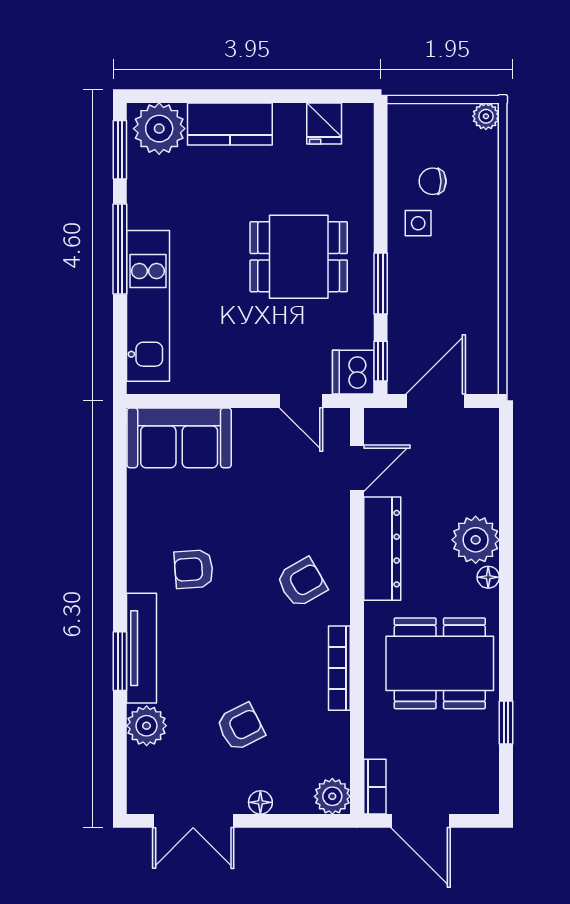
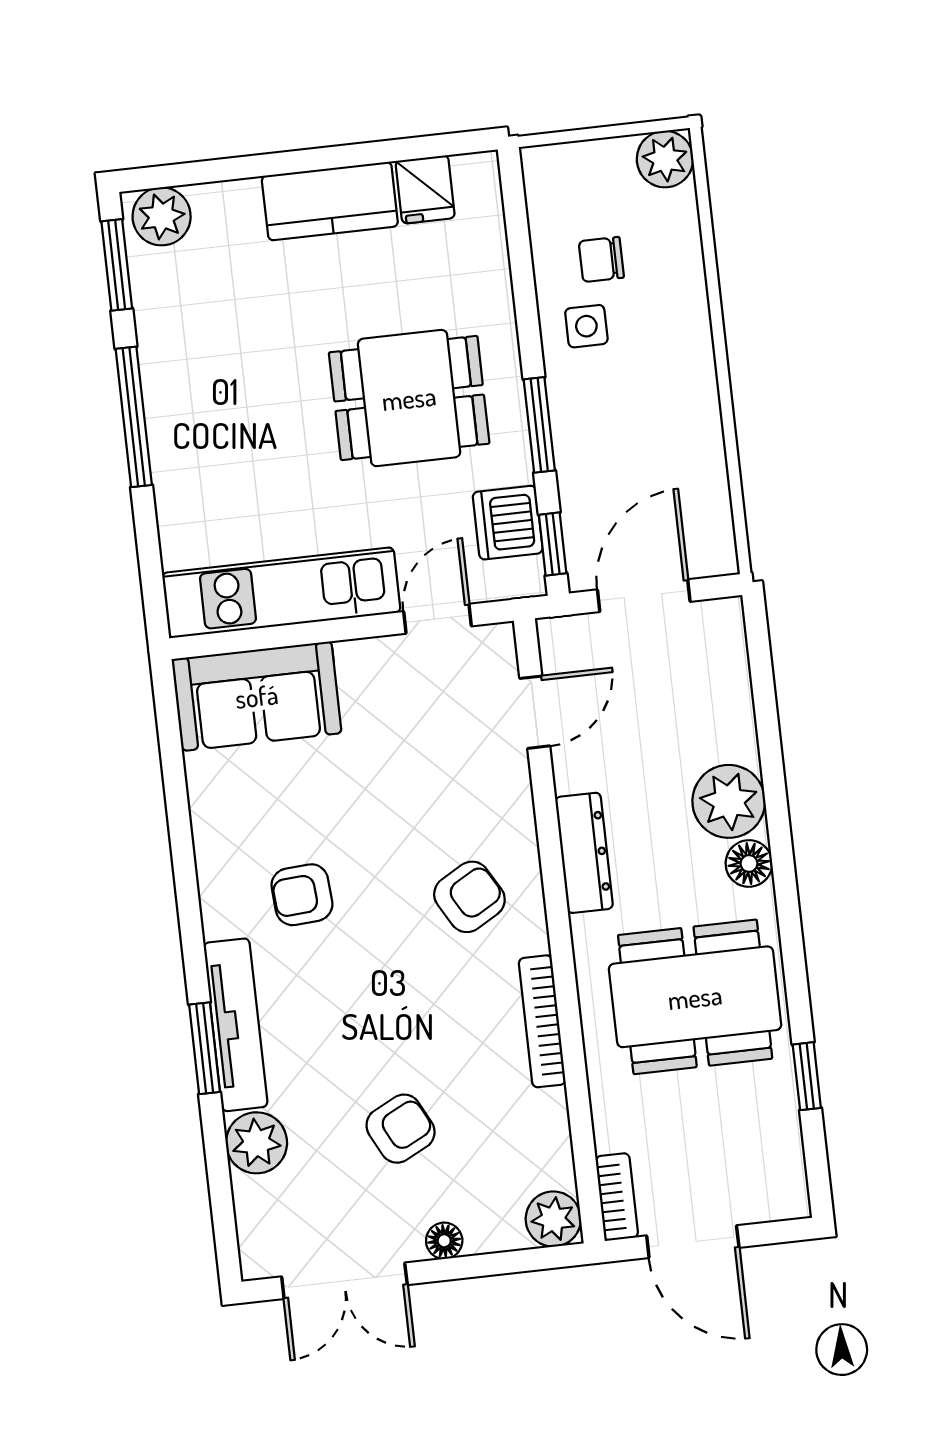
plant: (486, 116) -> (665, 159), width x1.38, depth x1.38
kitchen counter: (230, 124) -> (330, 201), moved
plant: (159, 129) -> (162, 216), width x0.73, depth x0.73
kitchen unit: (148, 306) -> (281, 593), moved, turned -90
dishwasher: (353, 372) -> (508, 523), moved
door: (301, 401) -> (438, 619), swing flipped
dresser: (382, 549) -> (584, 853), width x0.73, depth x0.80
floor lamp: (488, 577) -> (749, 863), width x1.37, depth x1.37

